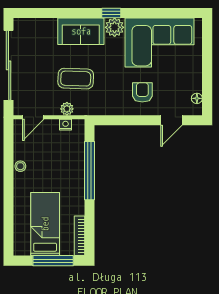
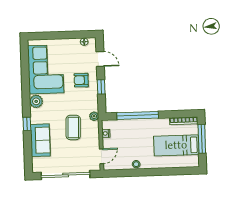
window: (111, 13) -> (27, 124), moved
sofa: (81, 31) -> (40, 140), moved
plant: (67, 109) -> (94, 116), moved
door: (33, 117) -> (101, 156), hinge flipped
window: (132, 120) -> (101, 87), added

